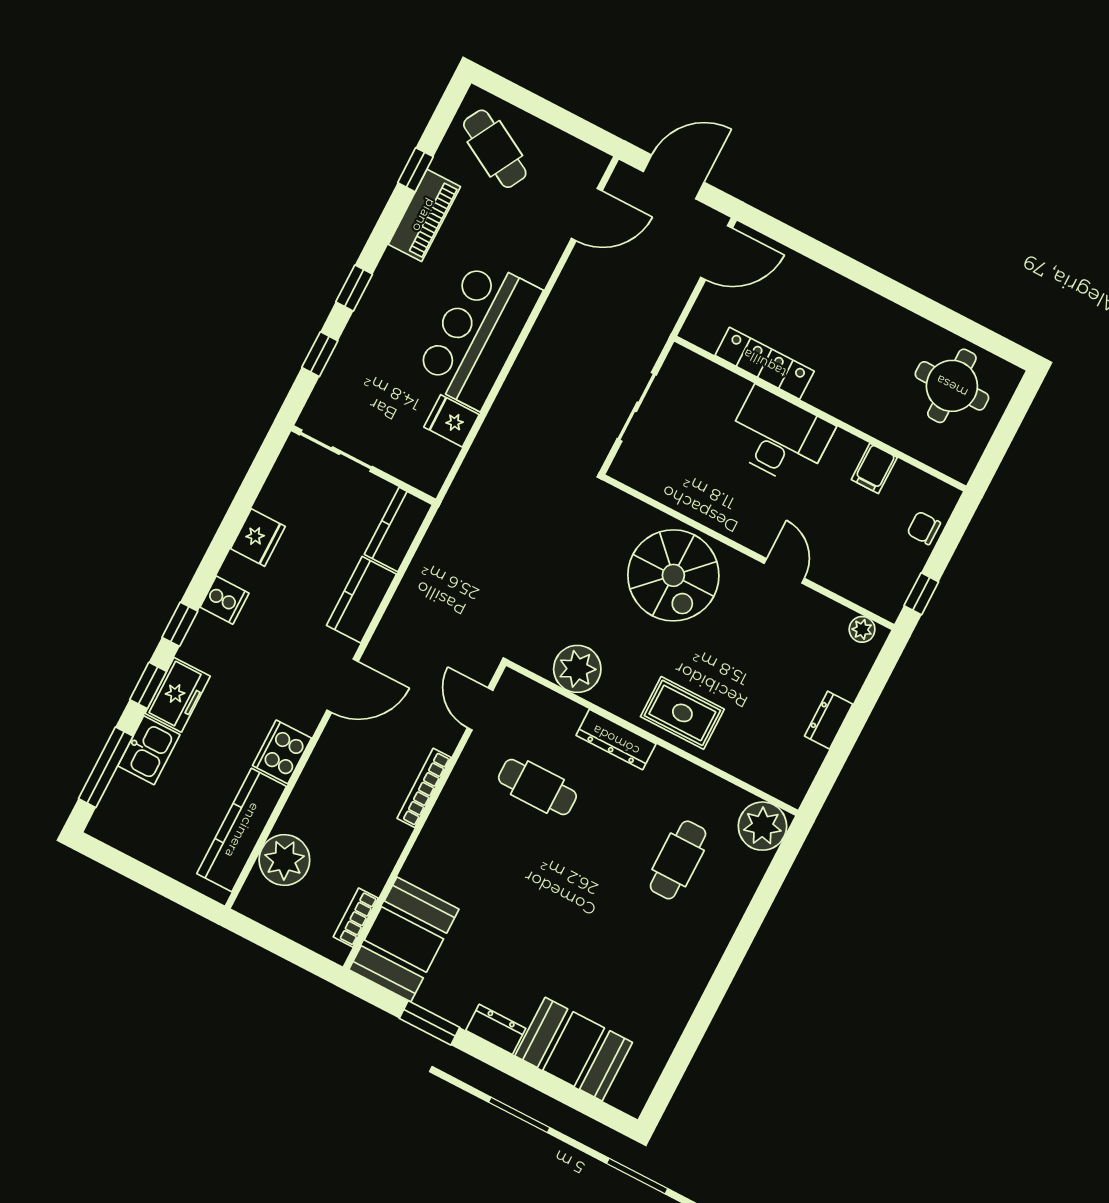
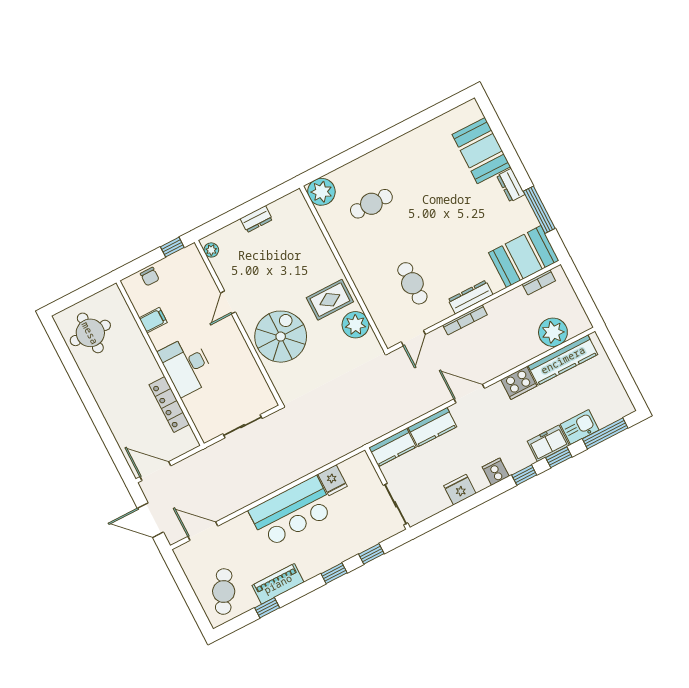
rug: (682, 713) -> (330, 300), moved, turned 90
dresser: (616, 740) -> (470, 297), moved, turned -90
window: (429, 1023) -> (539, 210), width x1.44

